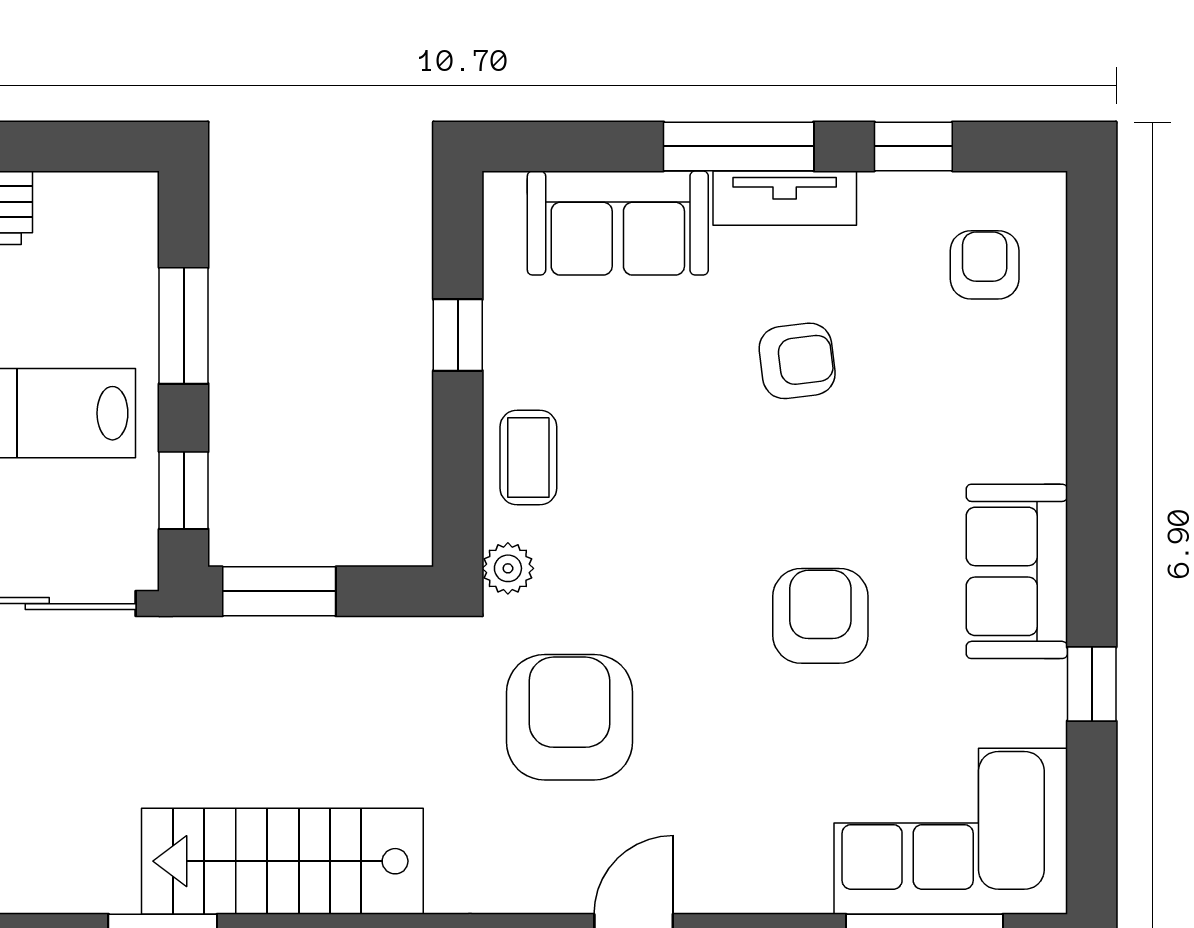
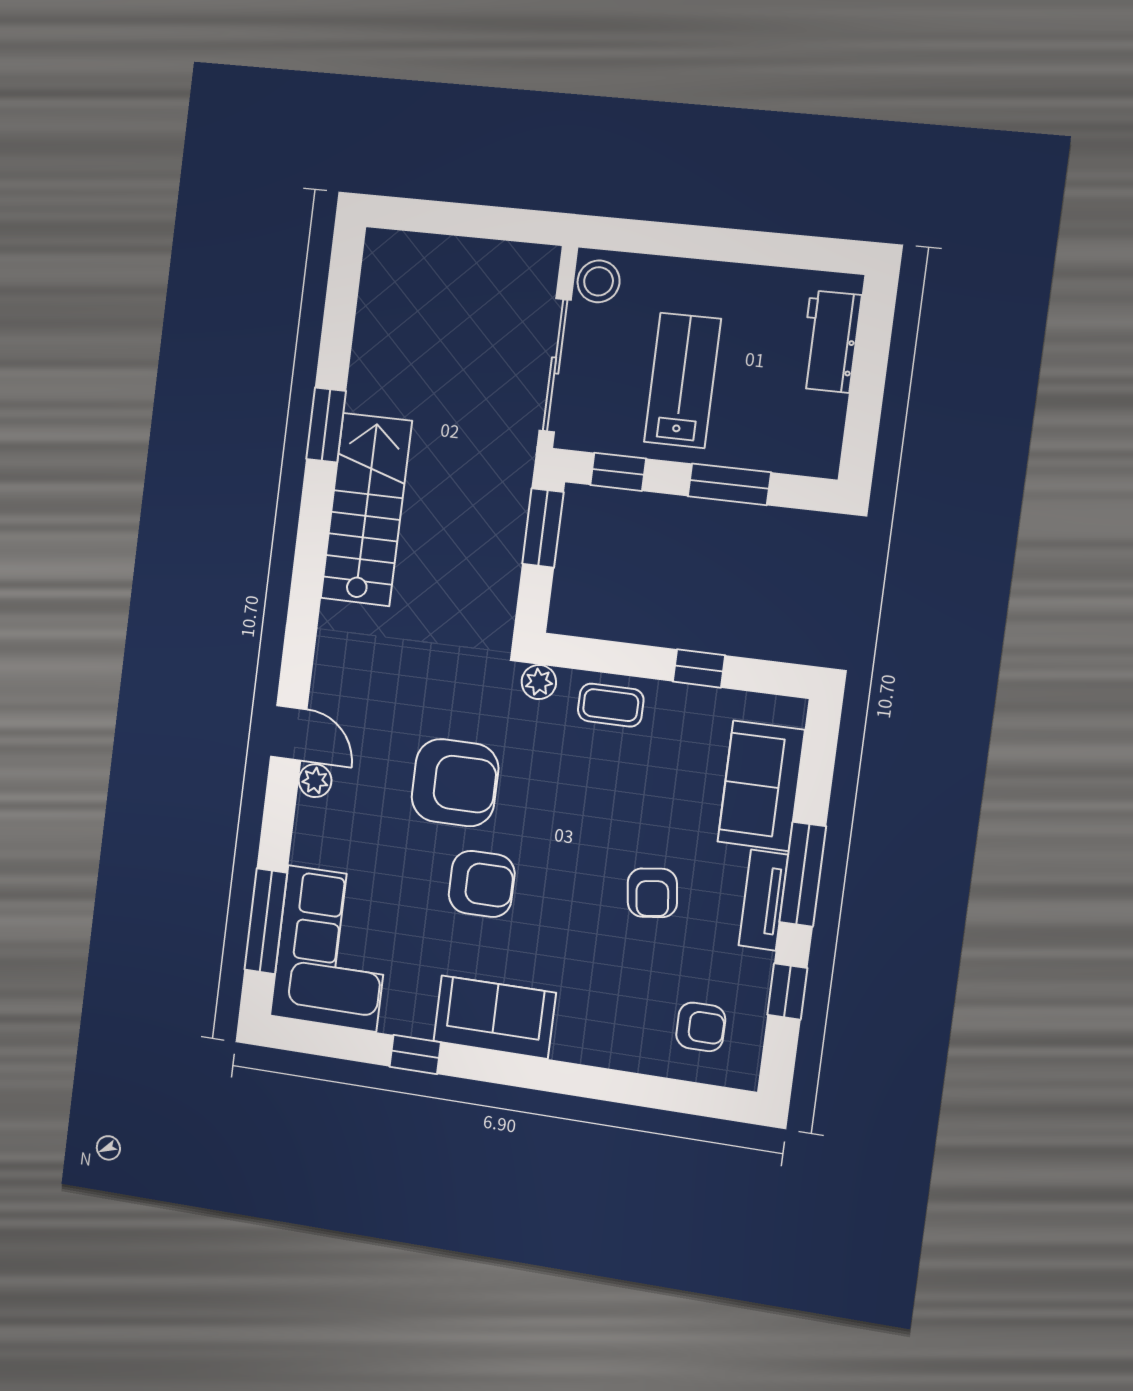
armchair: (569, 717) -> (455, 783), moved
plant: (700, 889) -> (315, 781), added

